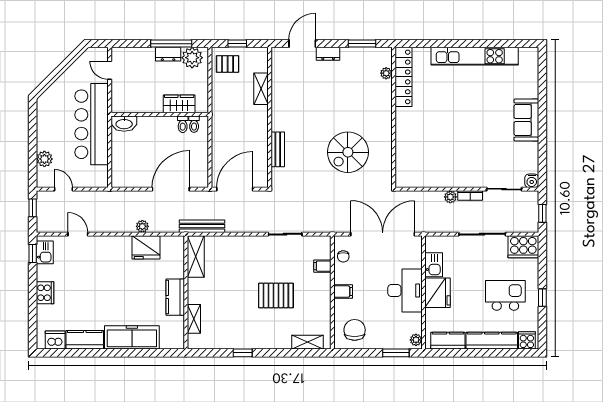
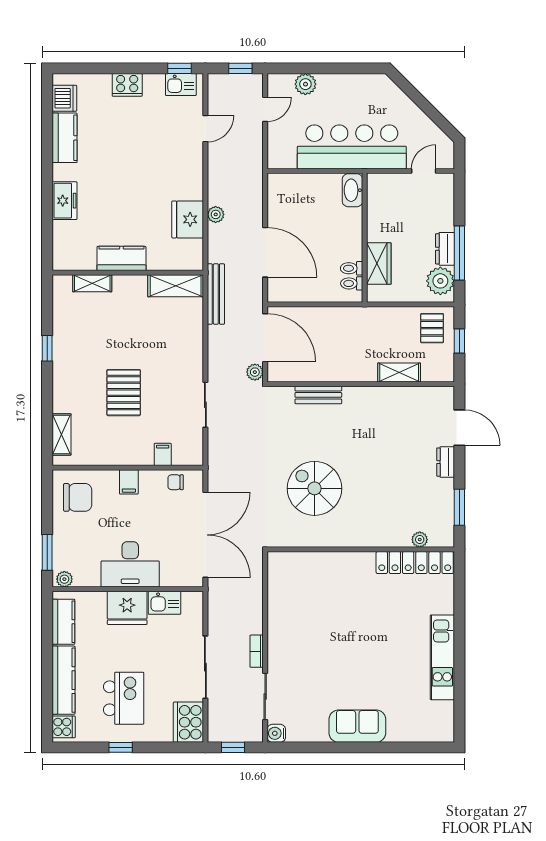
kitchen unit: (475, 56) -> (442, 657), width x0.73
plant: (450, 197) -> (255, 372), moved
freezer: (132, 337) -> (64, 201), width x0.52, depth x0.79

